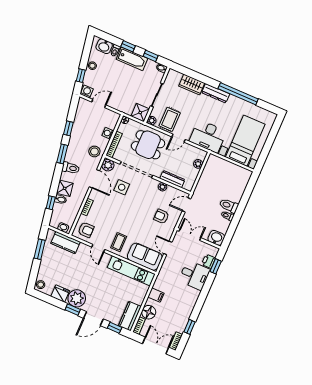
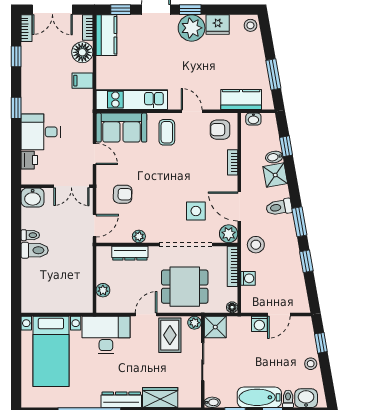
washing machine: (87, 92) -> (259, 324), moved
window: (216, 266) -> (16, 108), moved

